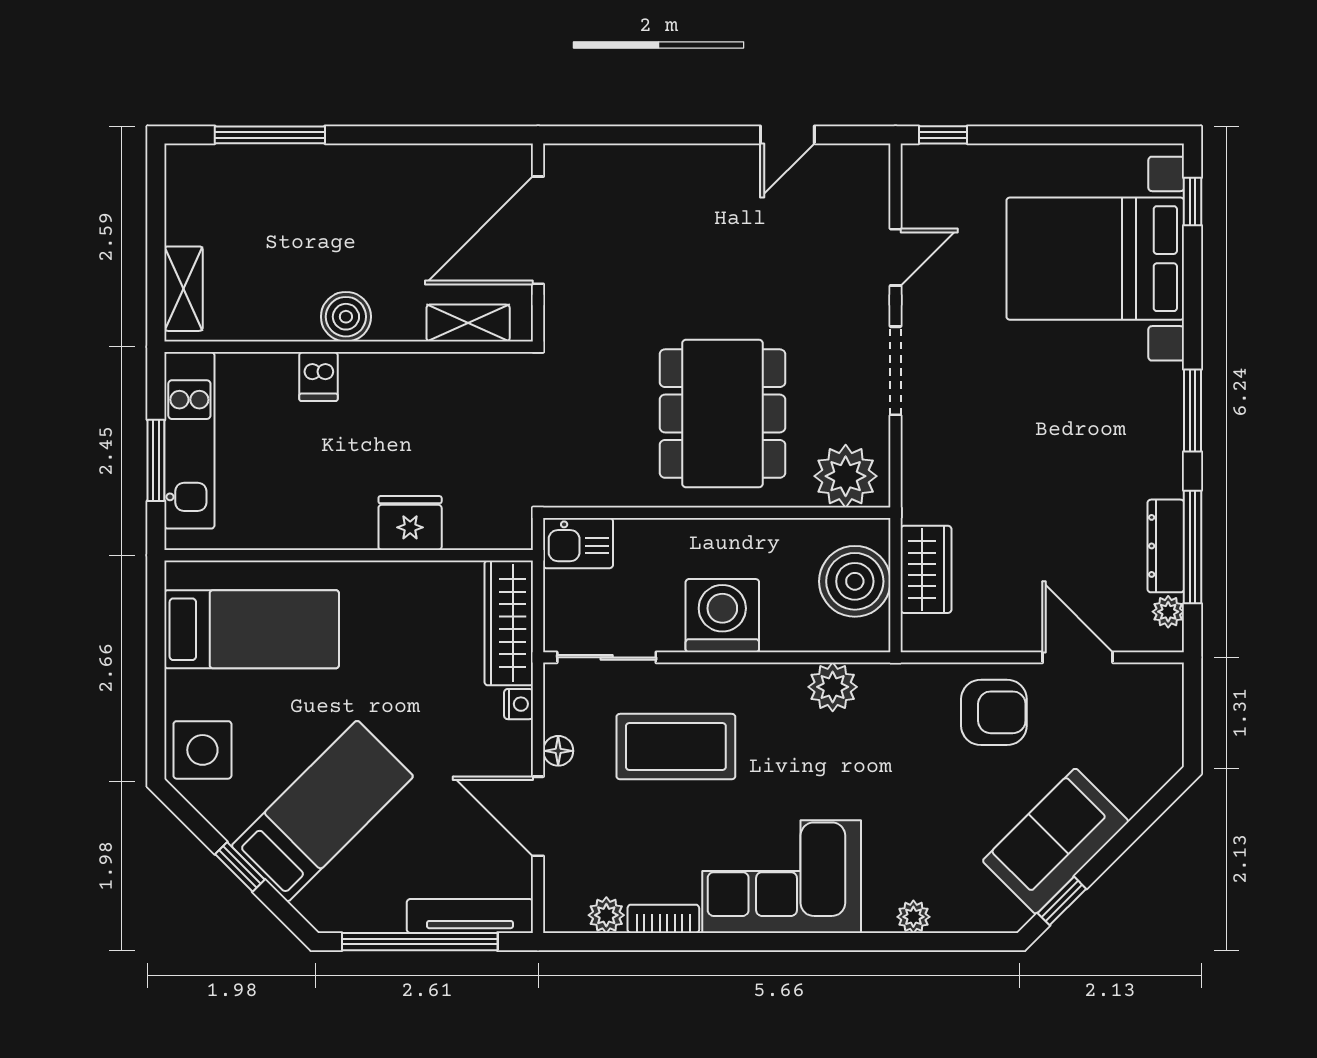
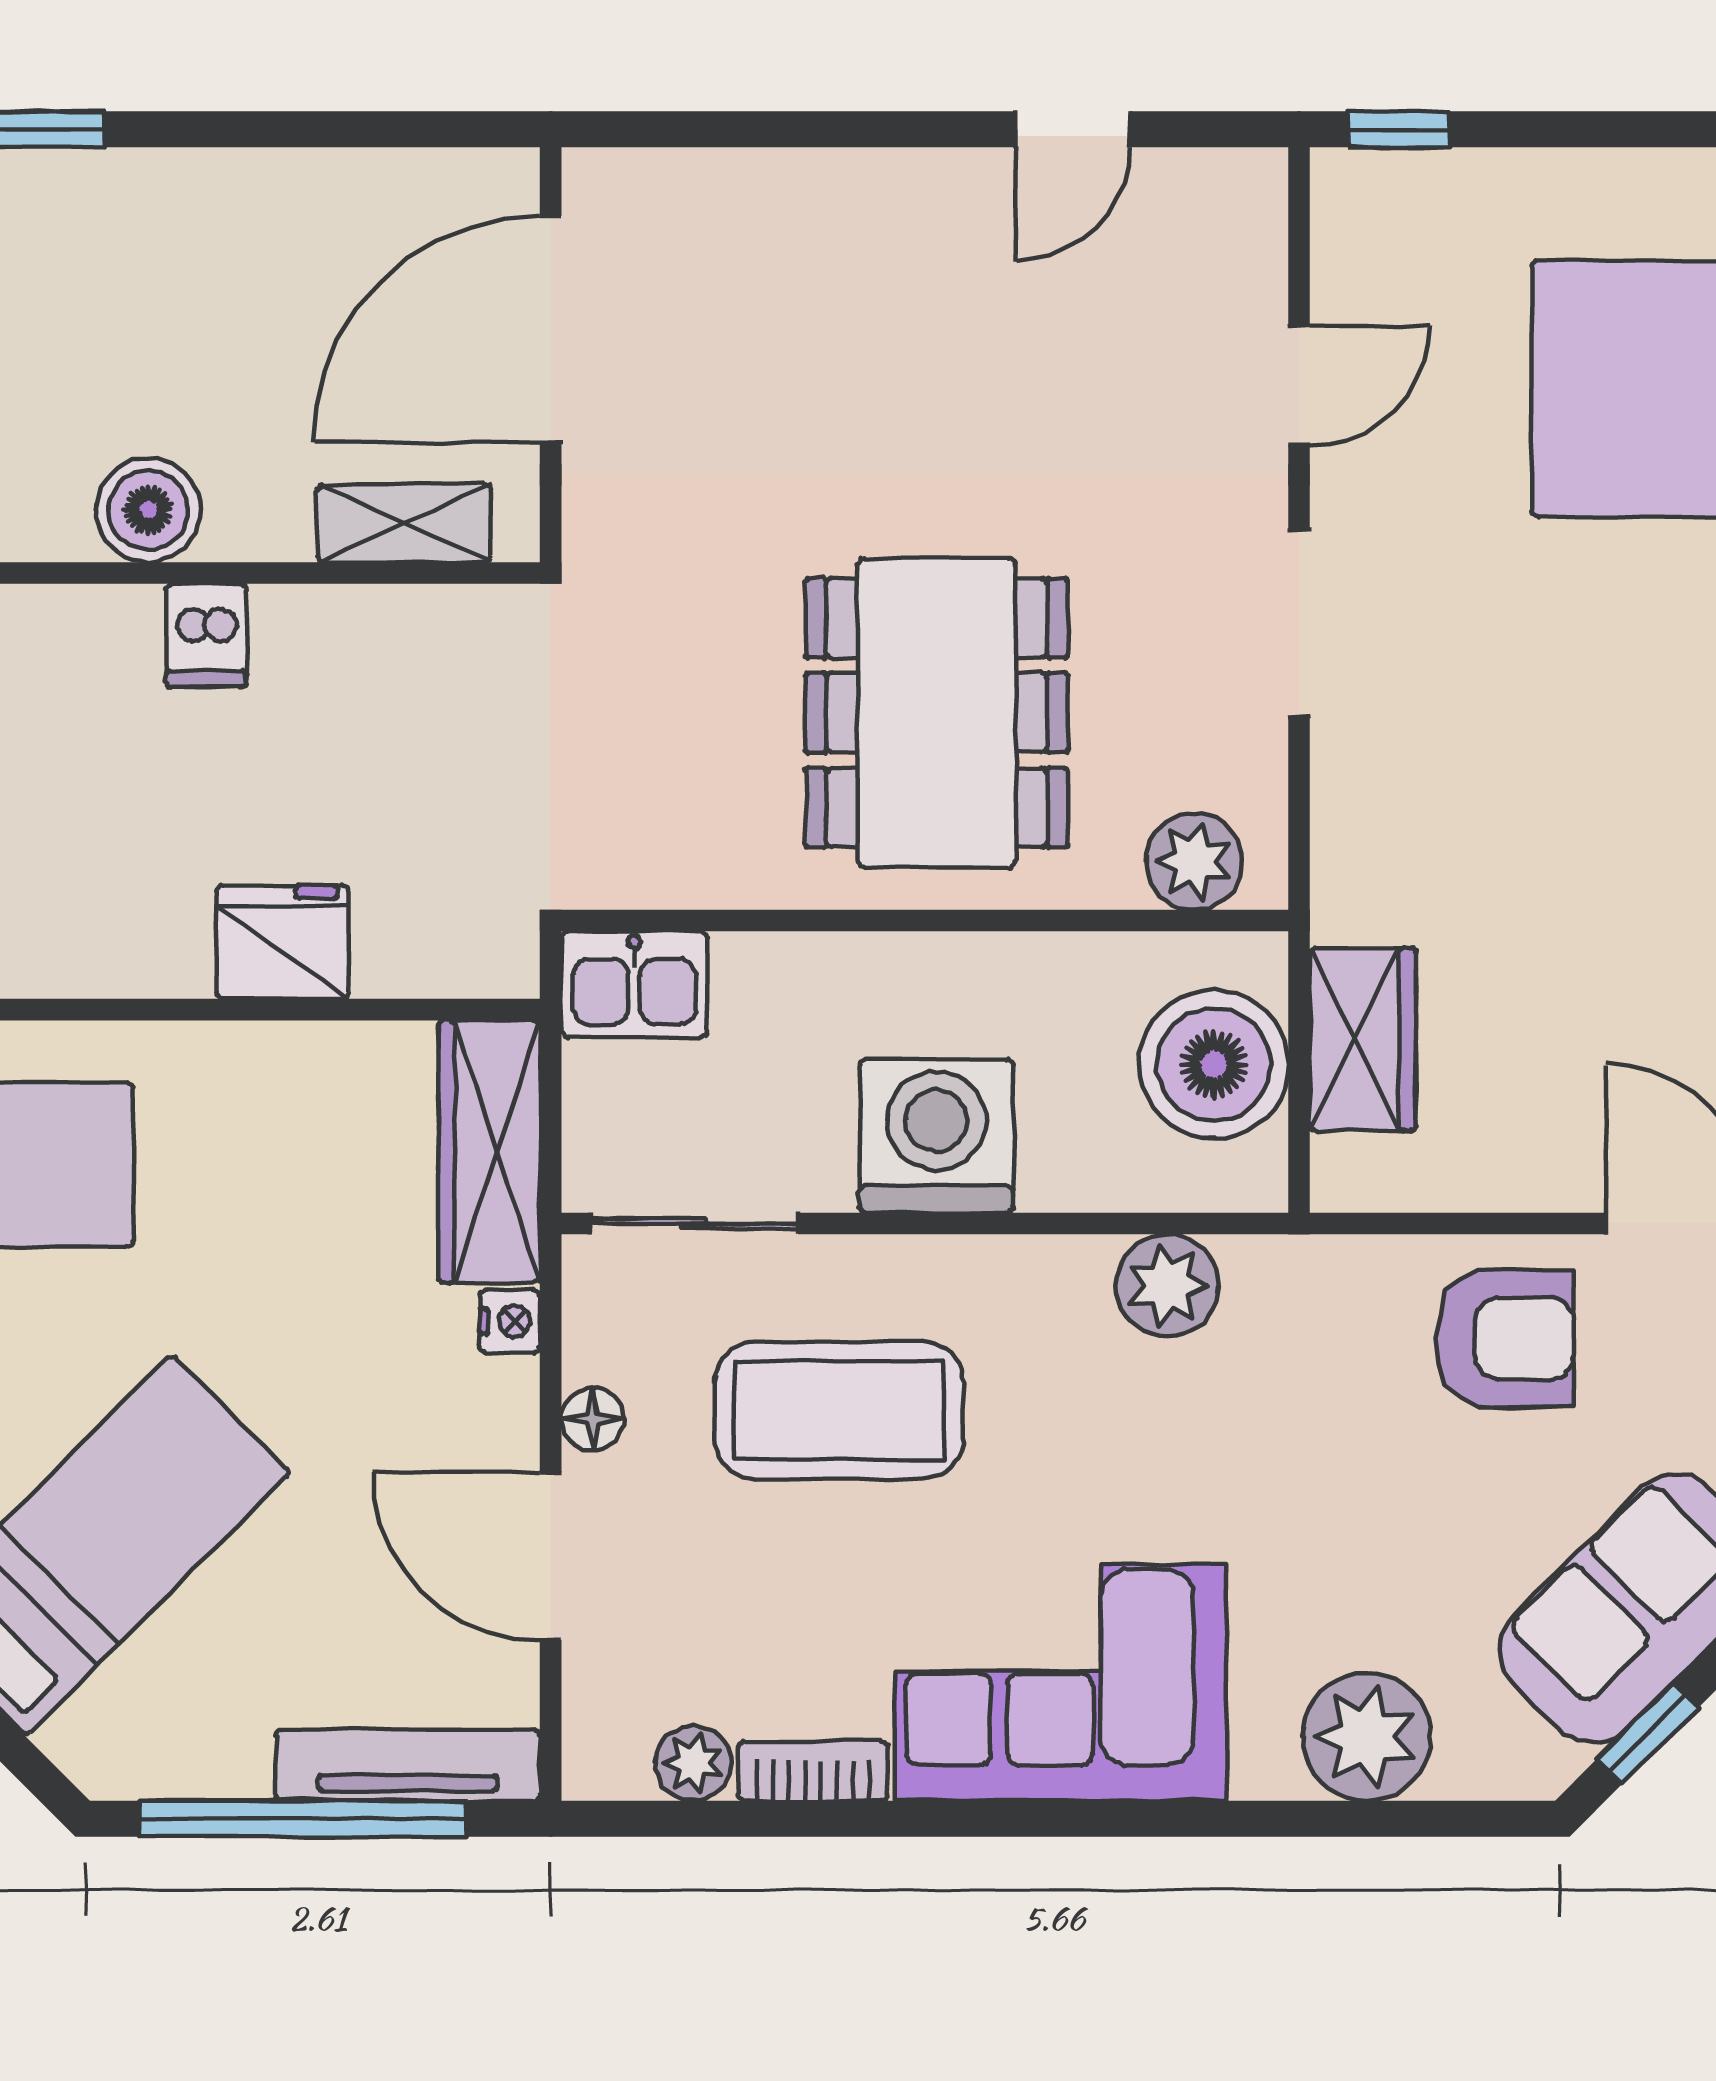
dishwasher: (318, 377) -> (206, 635), moved
plant: (846, 476) -> (1194, 862), width x0.73, depth x0.73
plant: (913, 917) -> (1367, 1737), width x1.87, depth x1.87

